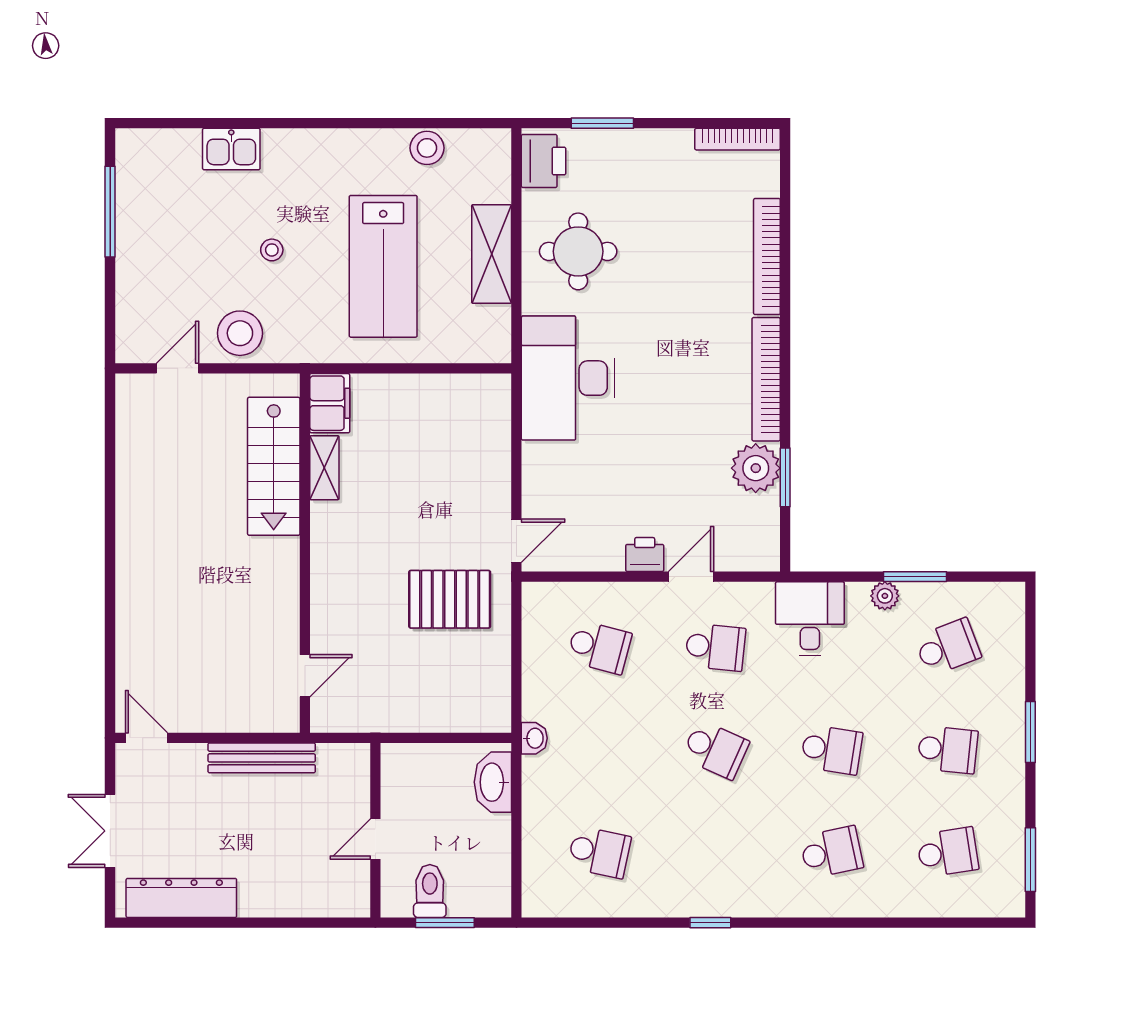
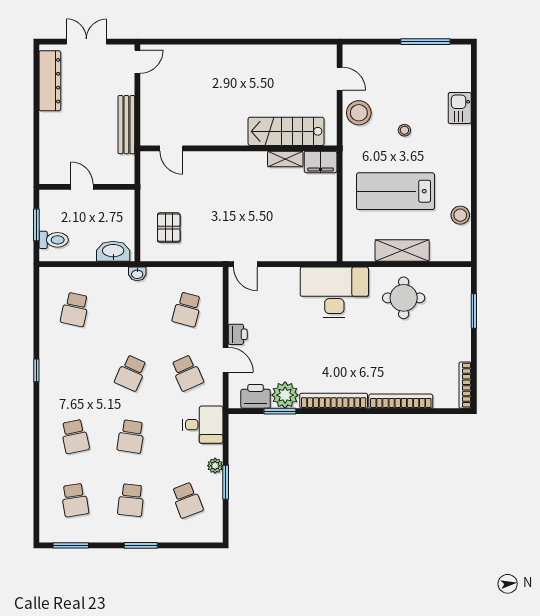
printer: (544, 161) -> (256, 396), moved, turned 180
pallet: (450, 599) -> (169, 228), moved, width x0.67, depth x0.71
school desk: (715, 647) -> (187, 373), turned -30
toilet: (430, 891) -> (54, 240), moved

